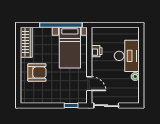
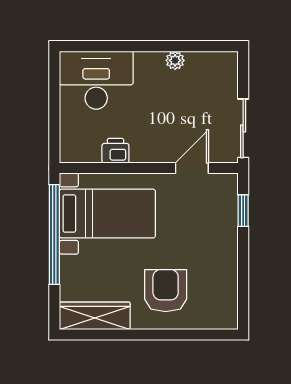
desk: (127, 56) -> (96, 80), moved

